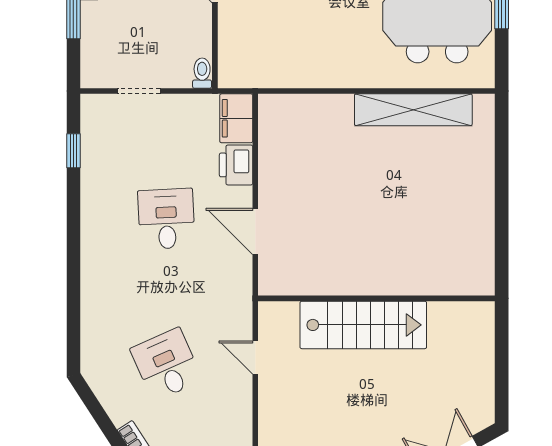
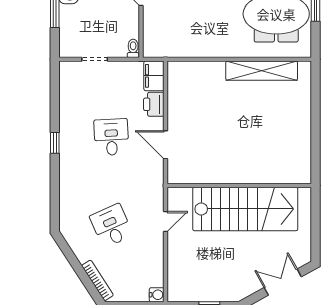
window: (73, 151) -> (55, 143), moved
stairs: (363, 325) -> (245, 209), width x1.36, depth x1.51
door: (255, 357) -> (165, 221), swing flipped

